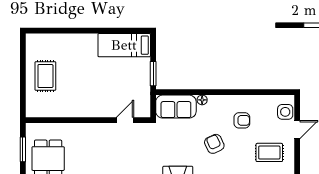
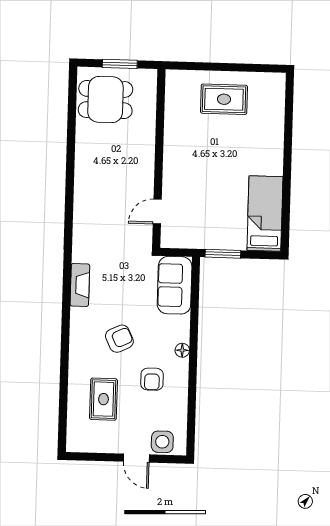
floor lamp: (202, 100) -> (182, 350), moved
door: (125, 120) -> (157, 212), swing flipped
rug: (269, 152) -> (103, 399), moved

